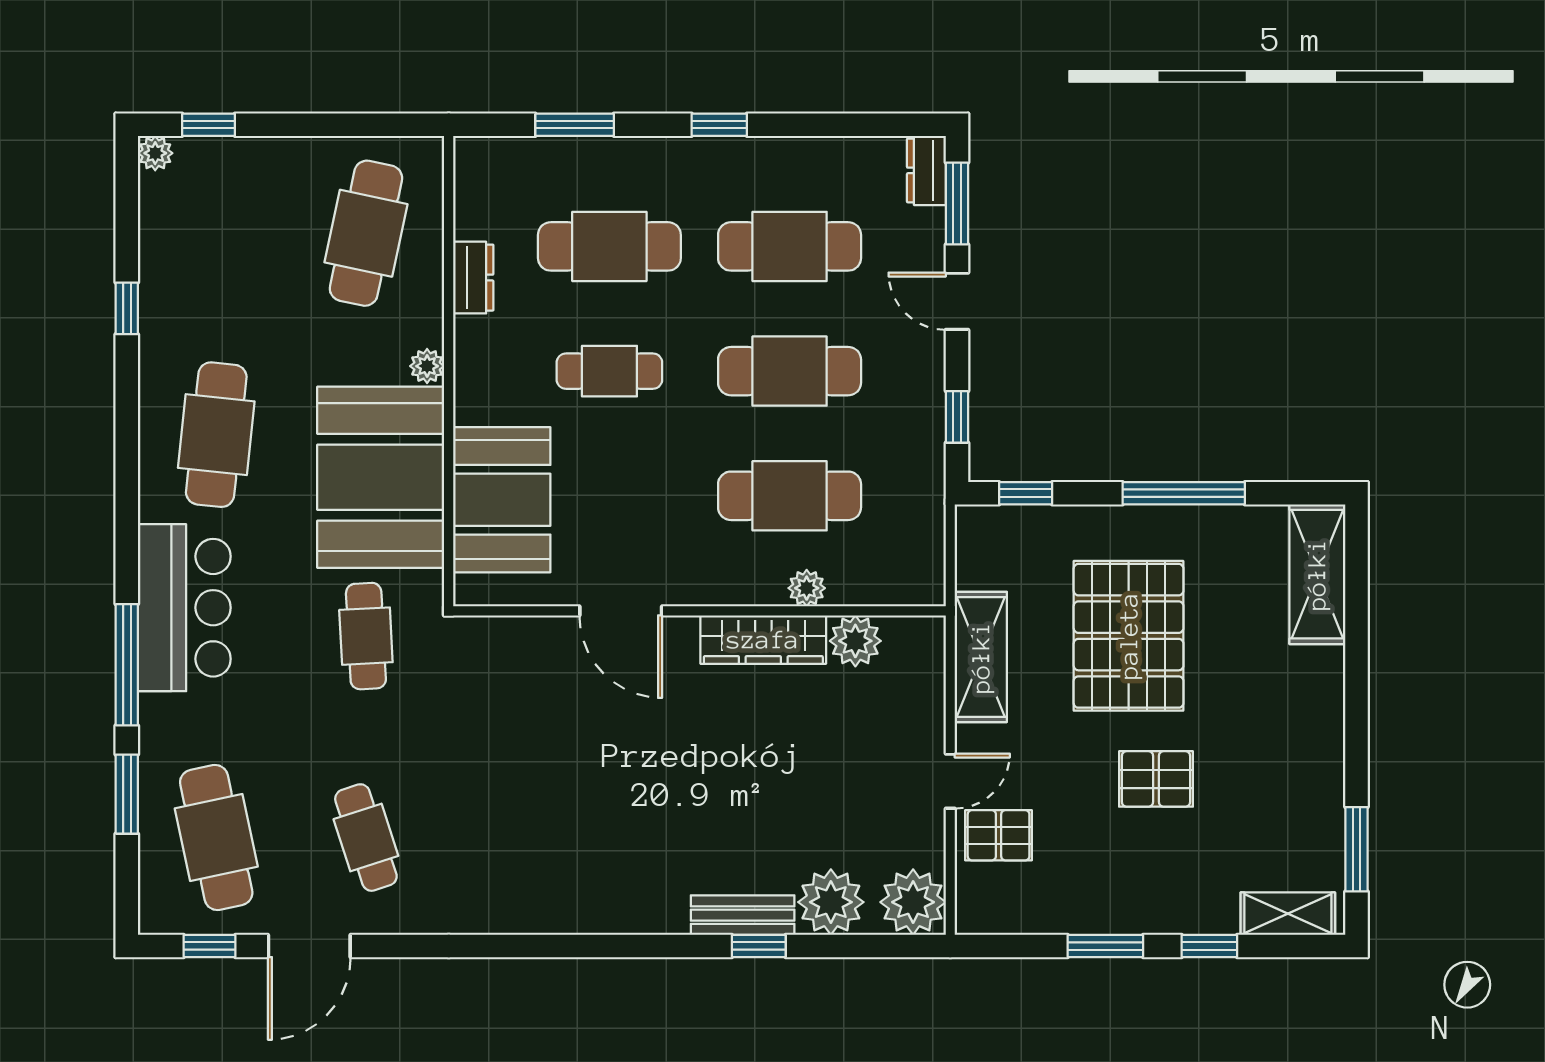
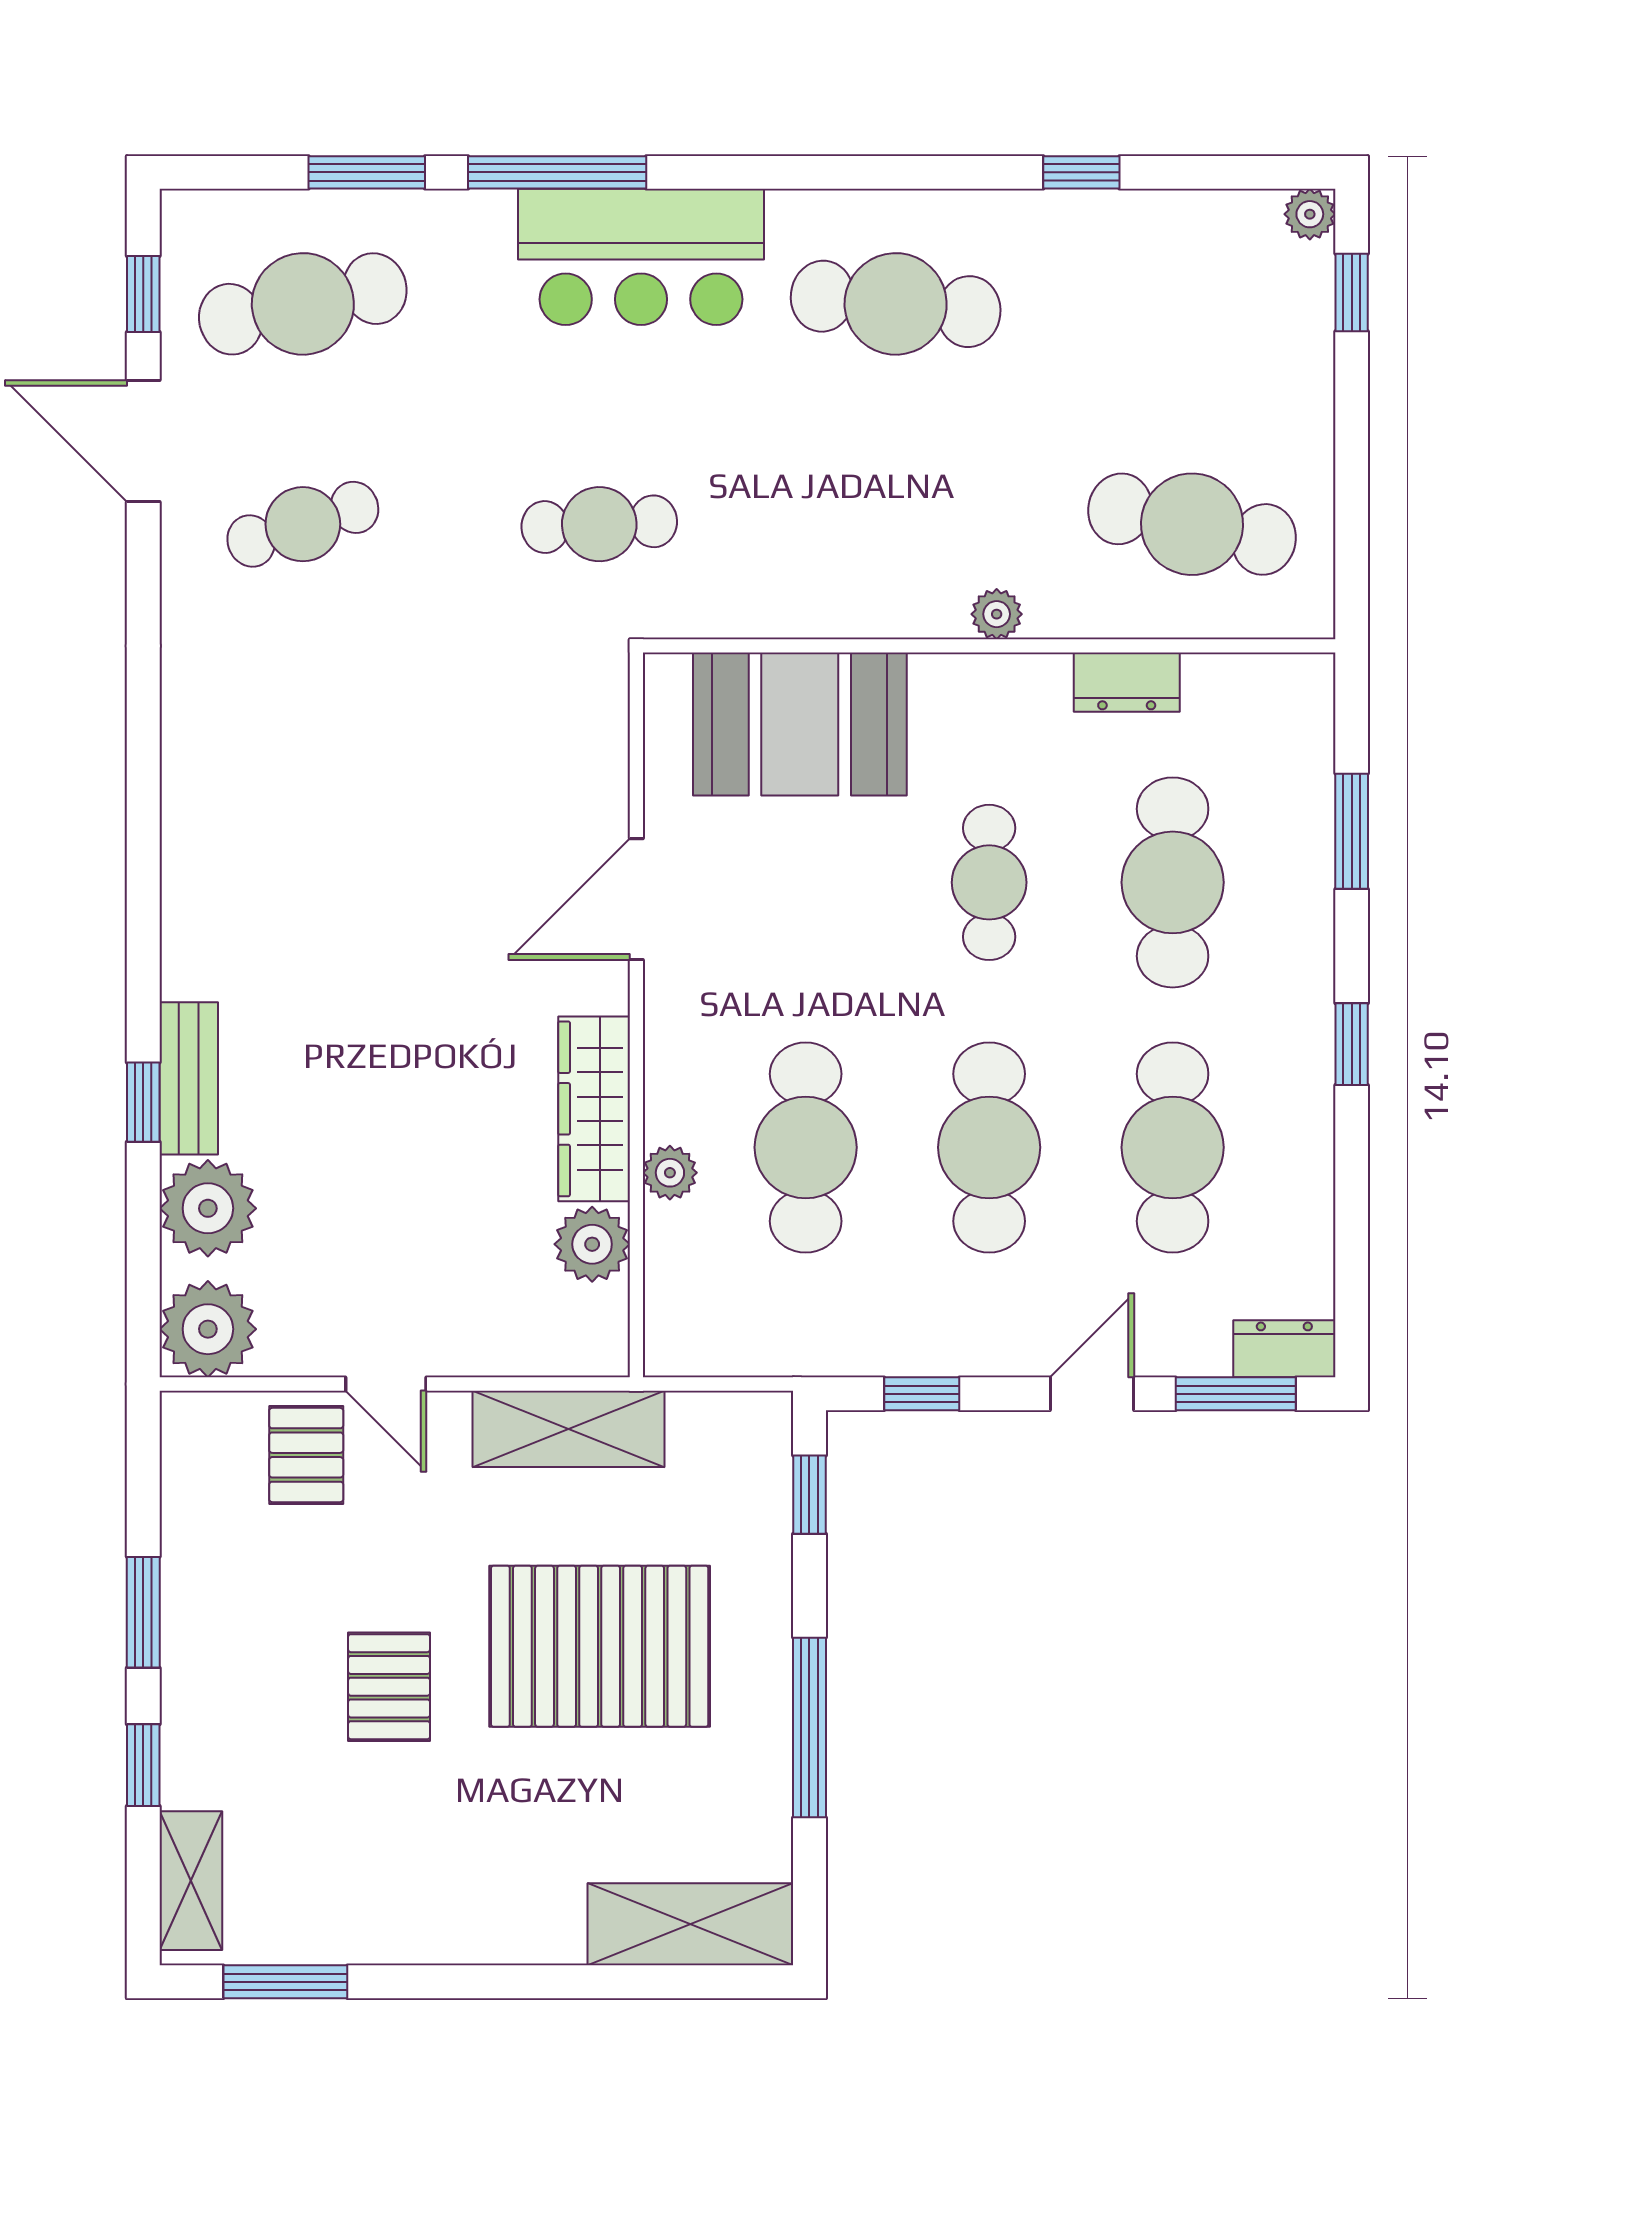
booth: (381, 477) -> (833, 546), removed

